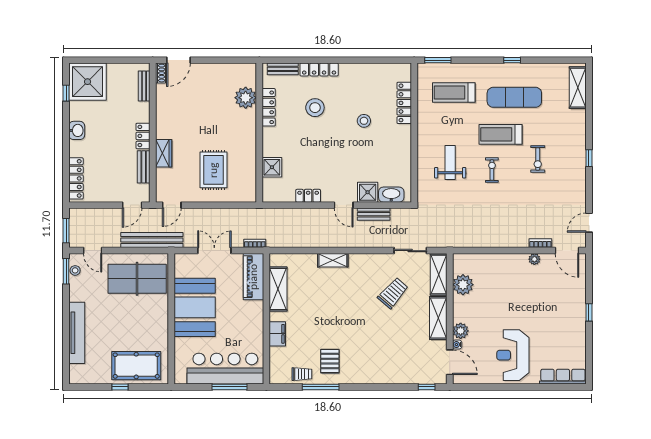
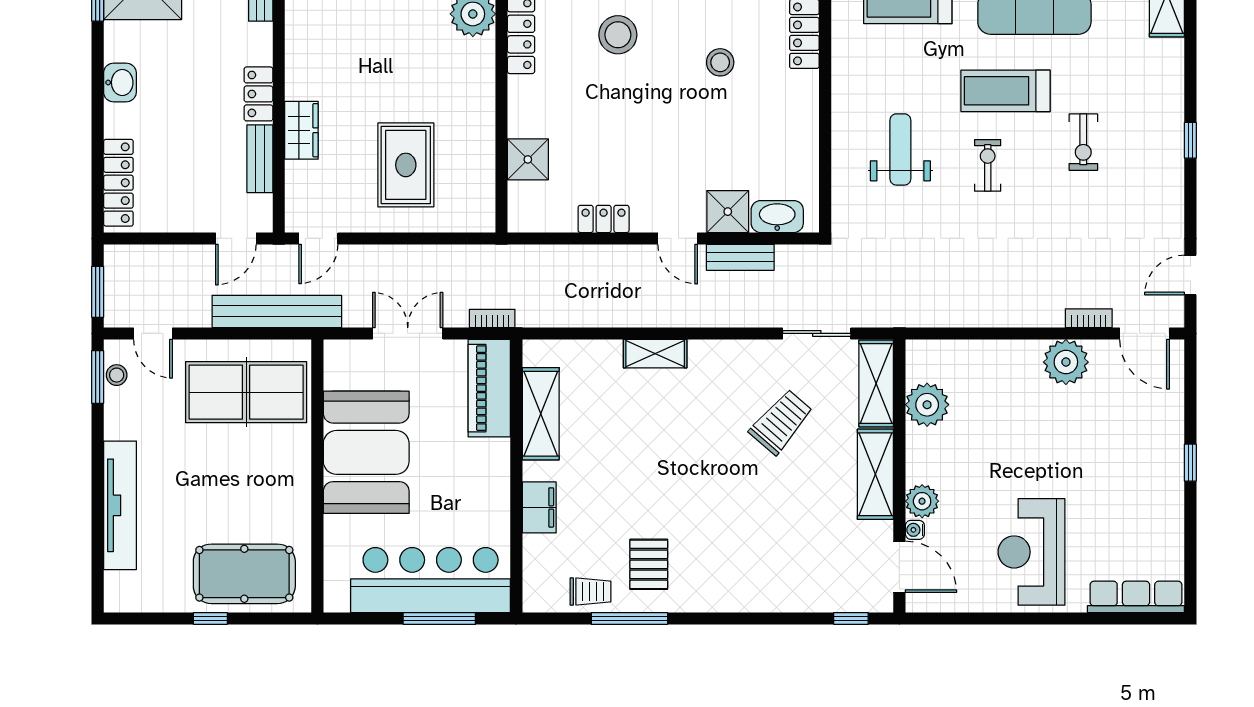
plant: (534, 259) -> (1066, 362), width x1.88, depth x1.88

